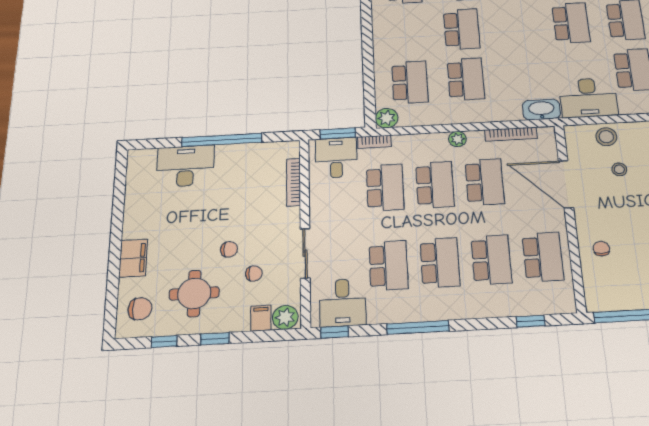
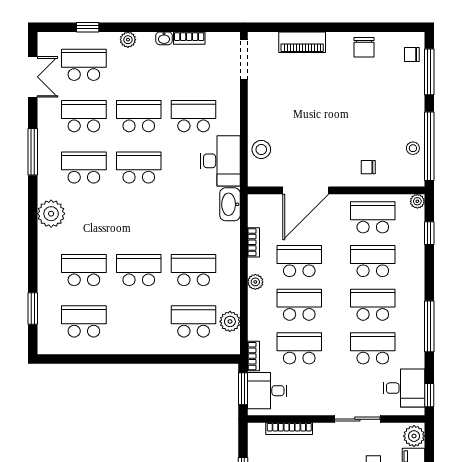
plant: (387, 118) -> (230, 321), moved
bookcase: (511, 134) -> (253, 242), width x0.64
stool: (619, 169) -> (413, 148), moved
plant: (568, 305) -> (417, 201), added

